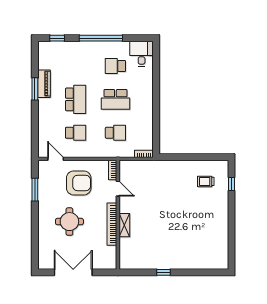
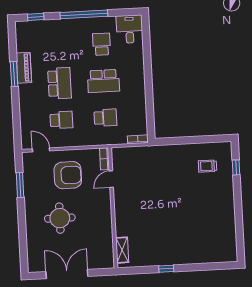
school desk: (115, 66) -> (102, 44), turned 90
door: (118, 189) -> (111, 179), swing flipped
bookcase: (112, 224) -> (107, 218), removed
shelving: (124, 225) -> (122, 250), moved

